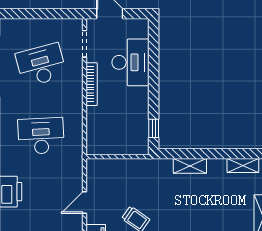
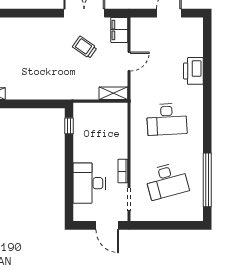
bookcase: (92, 84) -> (123, 171), width x0.64
shelving: (190, 166) -> (113, 93), moved

